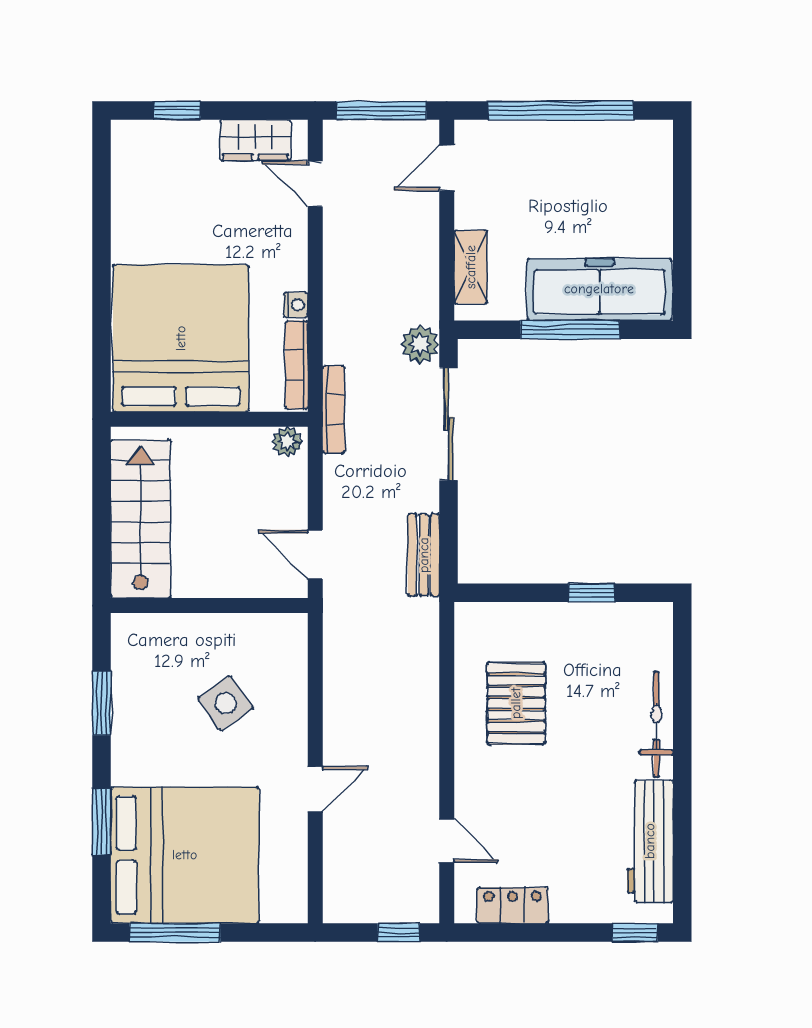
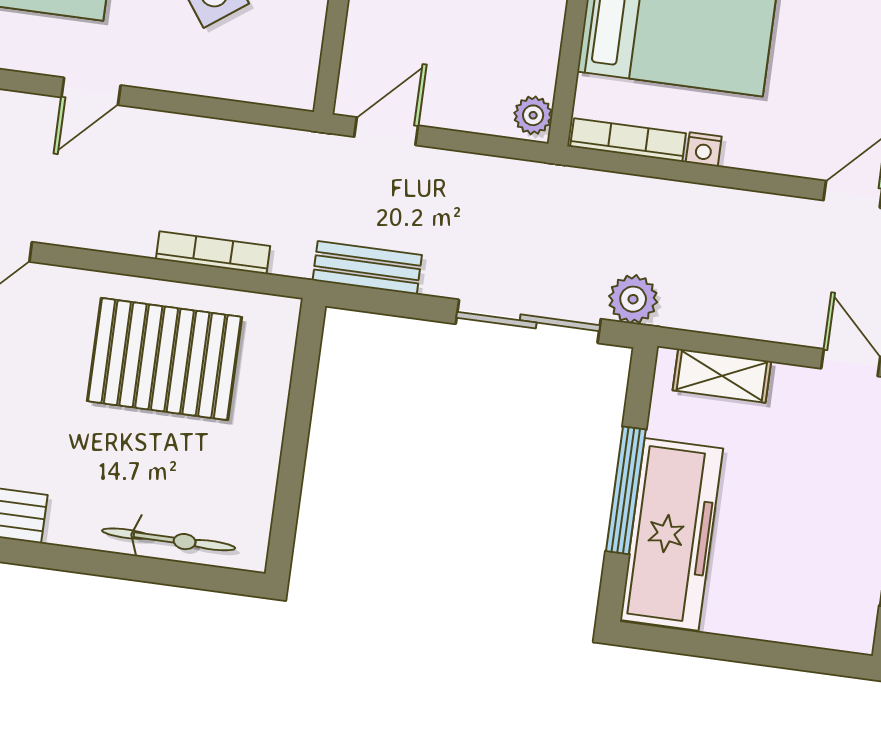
bookcase: (334, 410) -> (213, 253), moved, turned 180
window: (592, 593) -> (291, 473), removed
pallet: (516, 703) -> (164, 359), width x1.37, depth x1.41
bicycle: (656, 725) -> (169, 539), moved
door: (315, 789) -> (91, 91), hinge flipped

